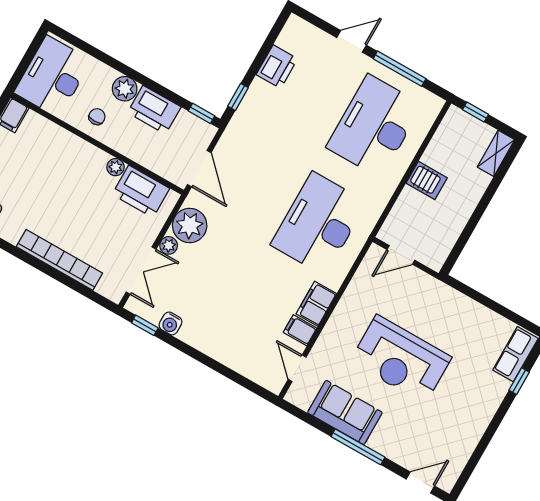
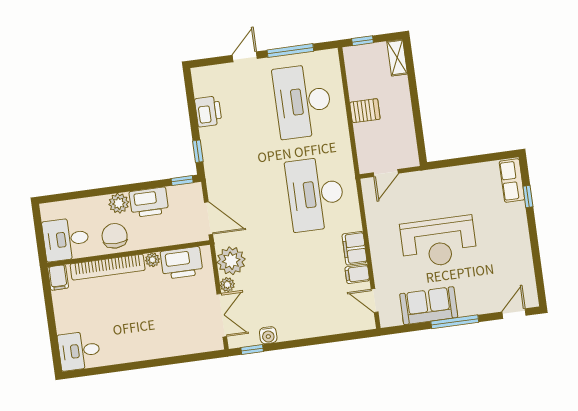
desk: (53, 77) -> (66, 239), width x0.73
chair: (97, 117) -> (115, 236), width x1.87, depth x1.87
bookcase: (59, 260) -> (108, 267), moved, turned 180

